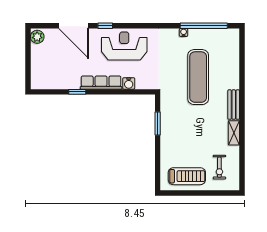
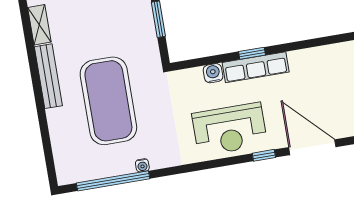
exercise mat: (198, 77) -> (108, 101), width x1.47
window: (77, 92) -> (252, 53), moved
bench: (234, 105) -> (48, 76), width x1.36

